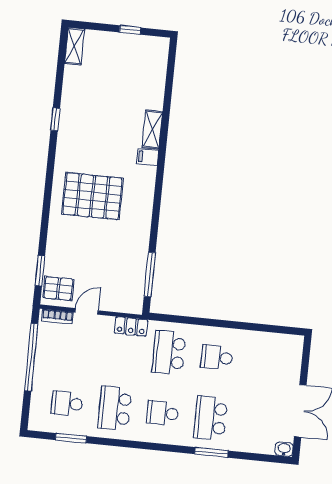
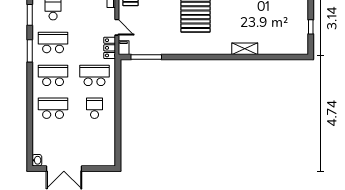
filing cabinet: (148, 157) -> (124, 48), moved
door: (87, 311) -> (117, 27), moved
school desk: (163, 413) -> (53, 75), width x1.85
window: (211, 452) -> (30, 51), moved

